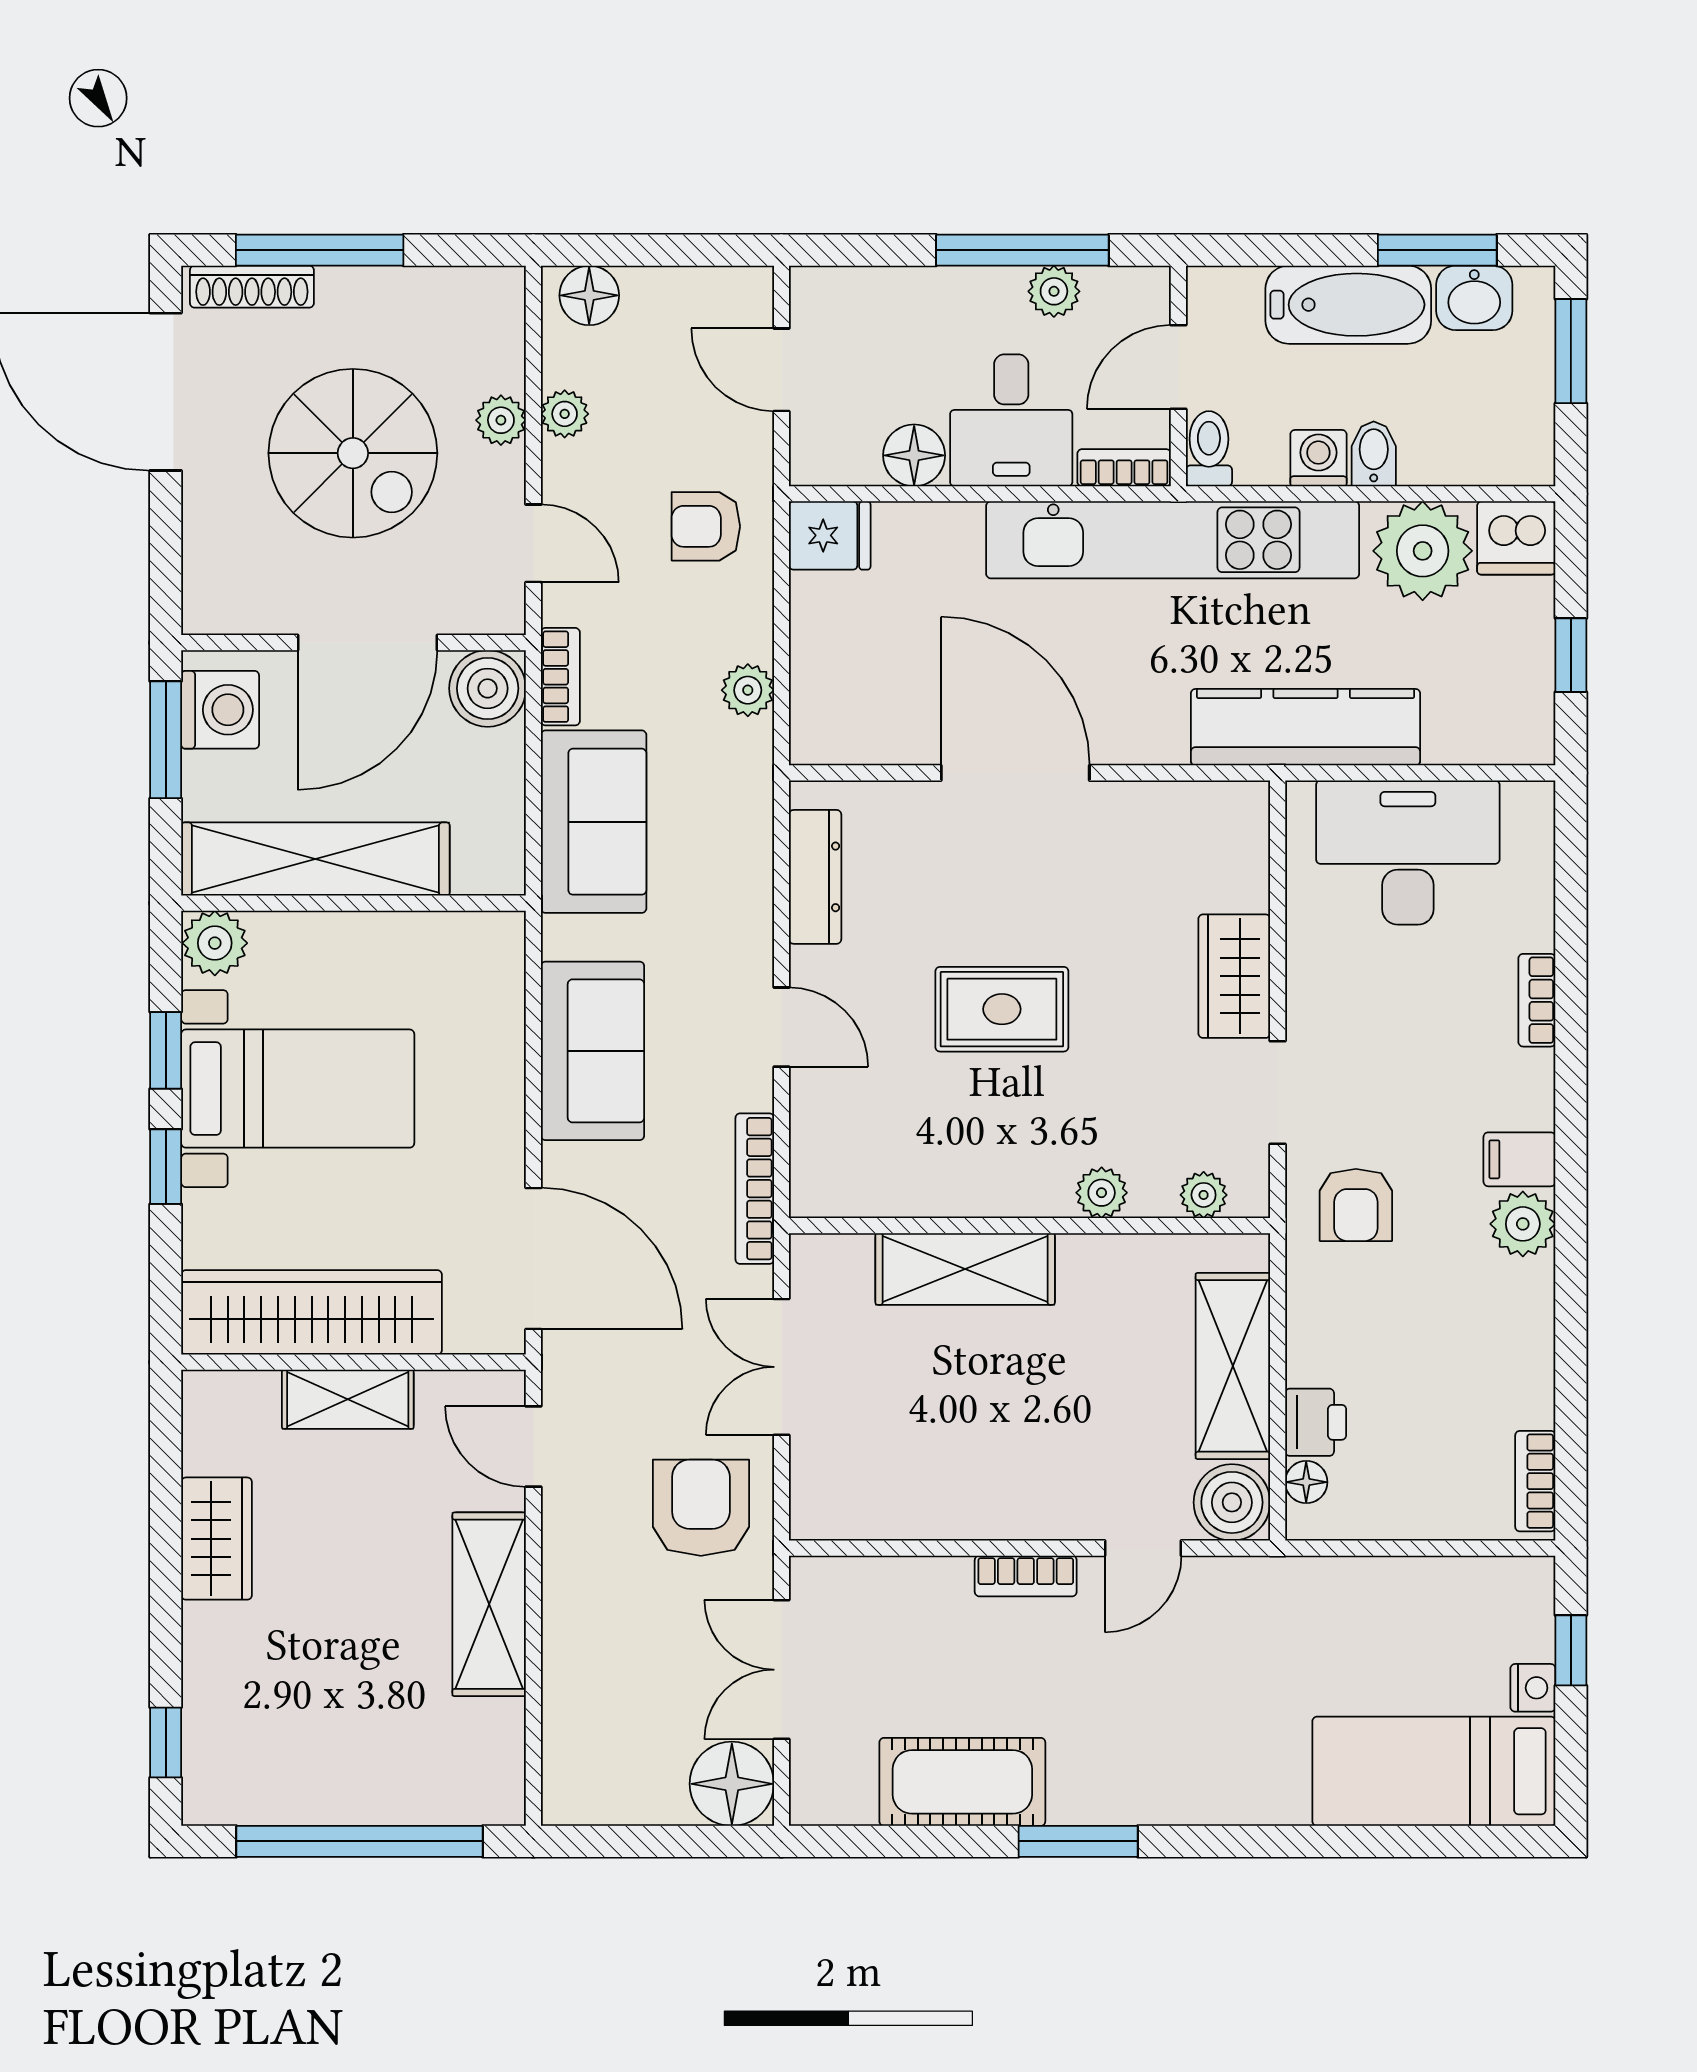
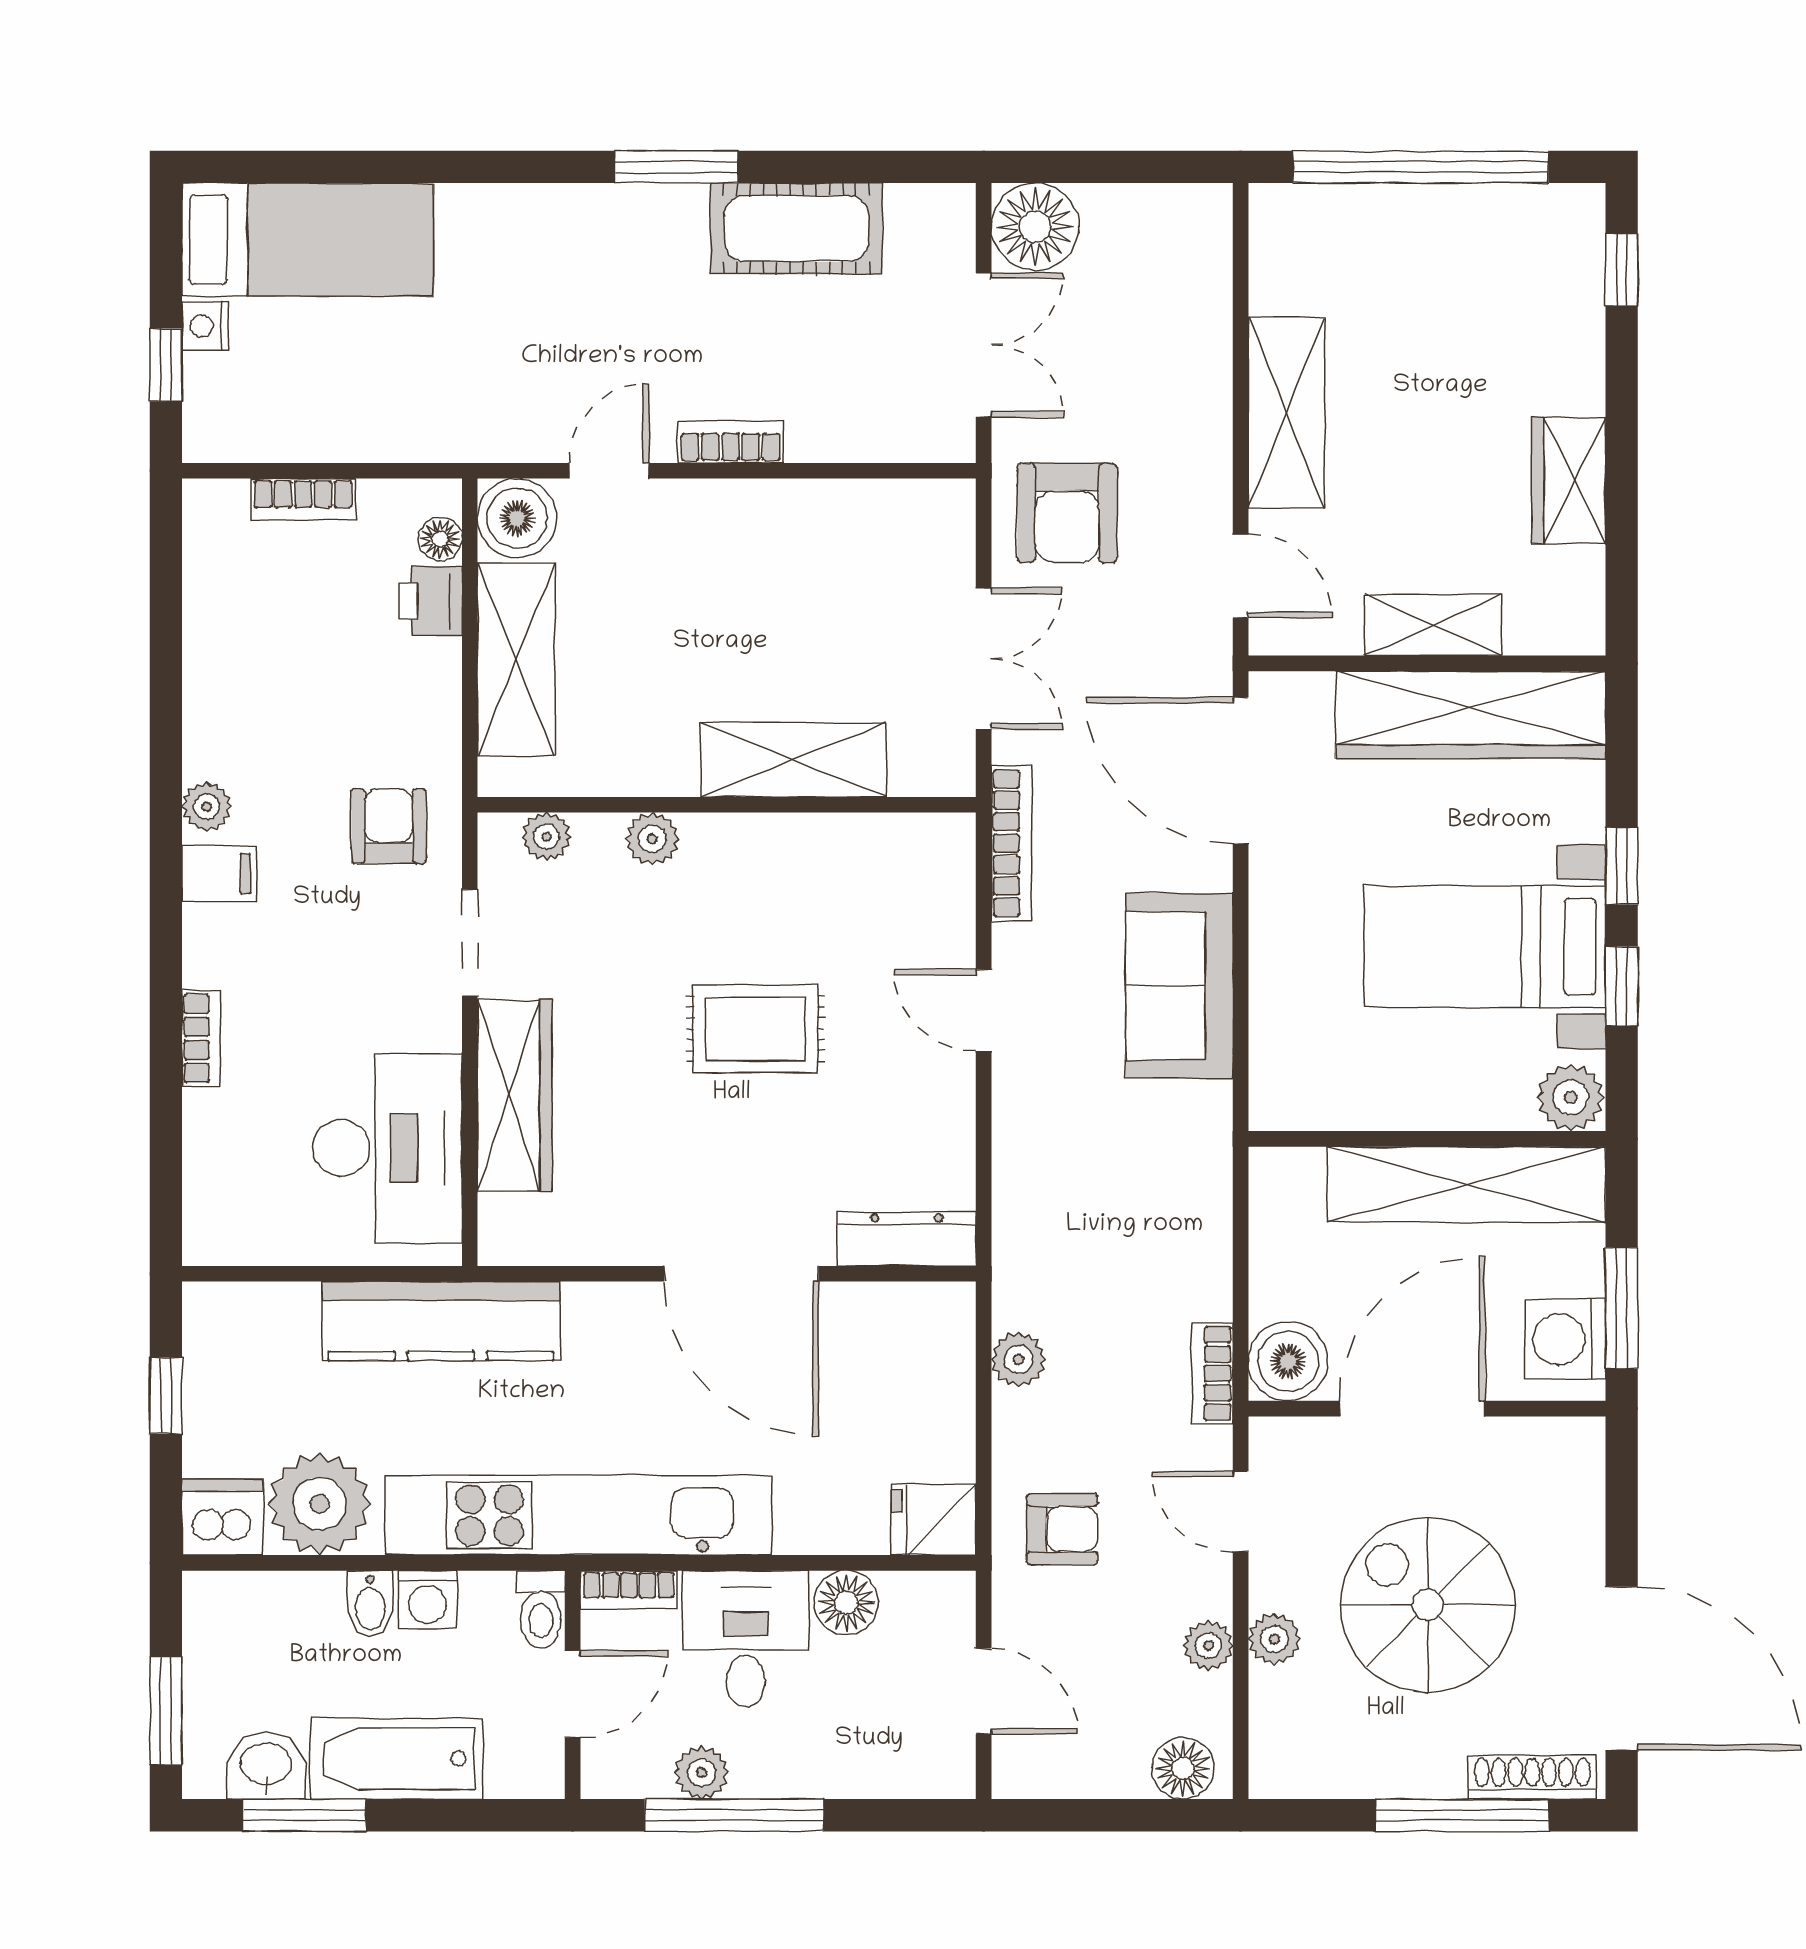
sofa: (594, 822) -> (1178, 1223), removed
desk: (1408, 852) -> (387, 1148), moved, turned -90
dresser: (815, 877) -> (907, 1239), moved, turned 90
wardrobe: (1234, 976) -> (515, 1095), width x1.50
plant: (1523, 1224) -> (207, 807), width x0.73, depth x0.73
bookcase: (1535, 1481) -> (303, 499), moved, turned 90

